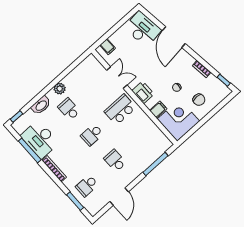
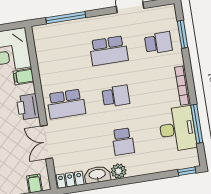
locker: (87, 64) -> (70, 180), added
washbasin: (41, 105) -> (97, 175), moved
school desk: (115, 161) -> (109, 51), width x1.85

